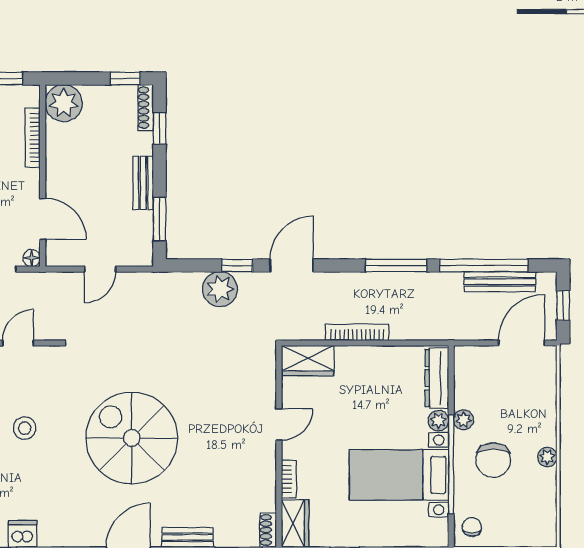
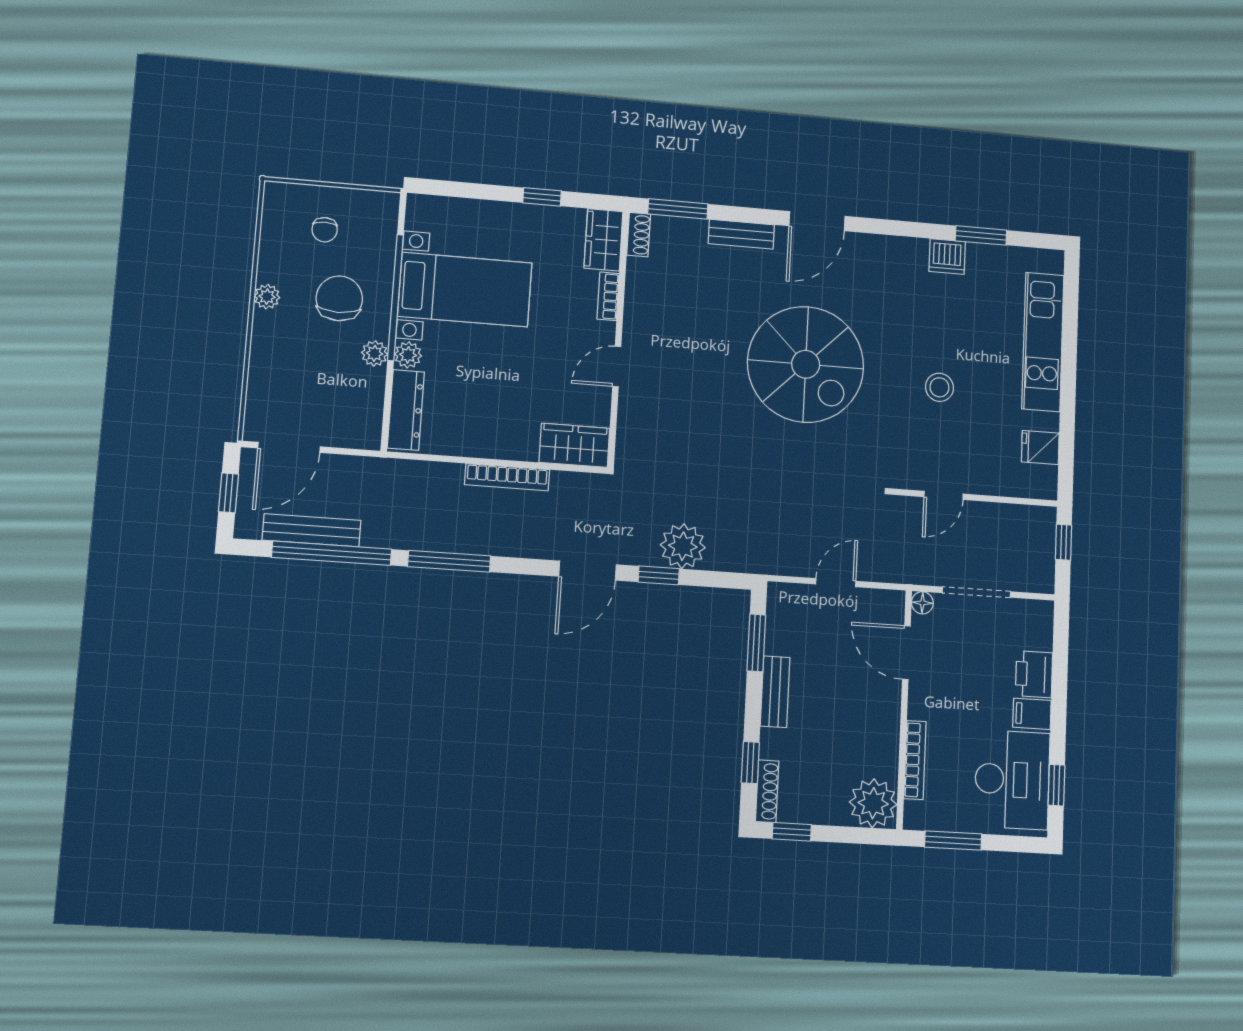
chair: (472, 527) -> (325, 230), moved

